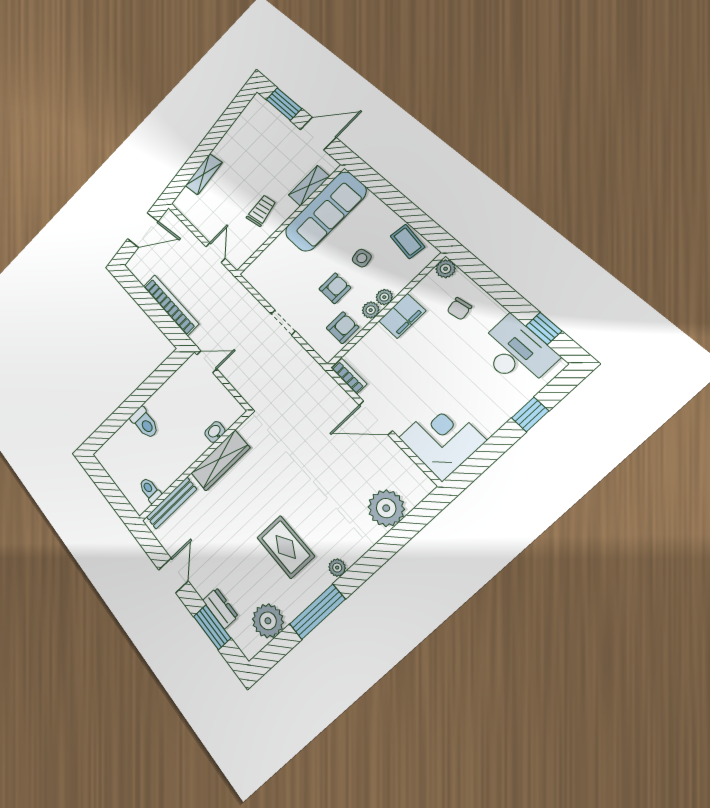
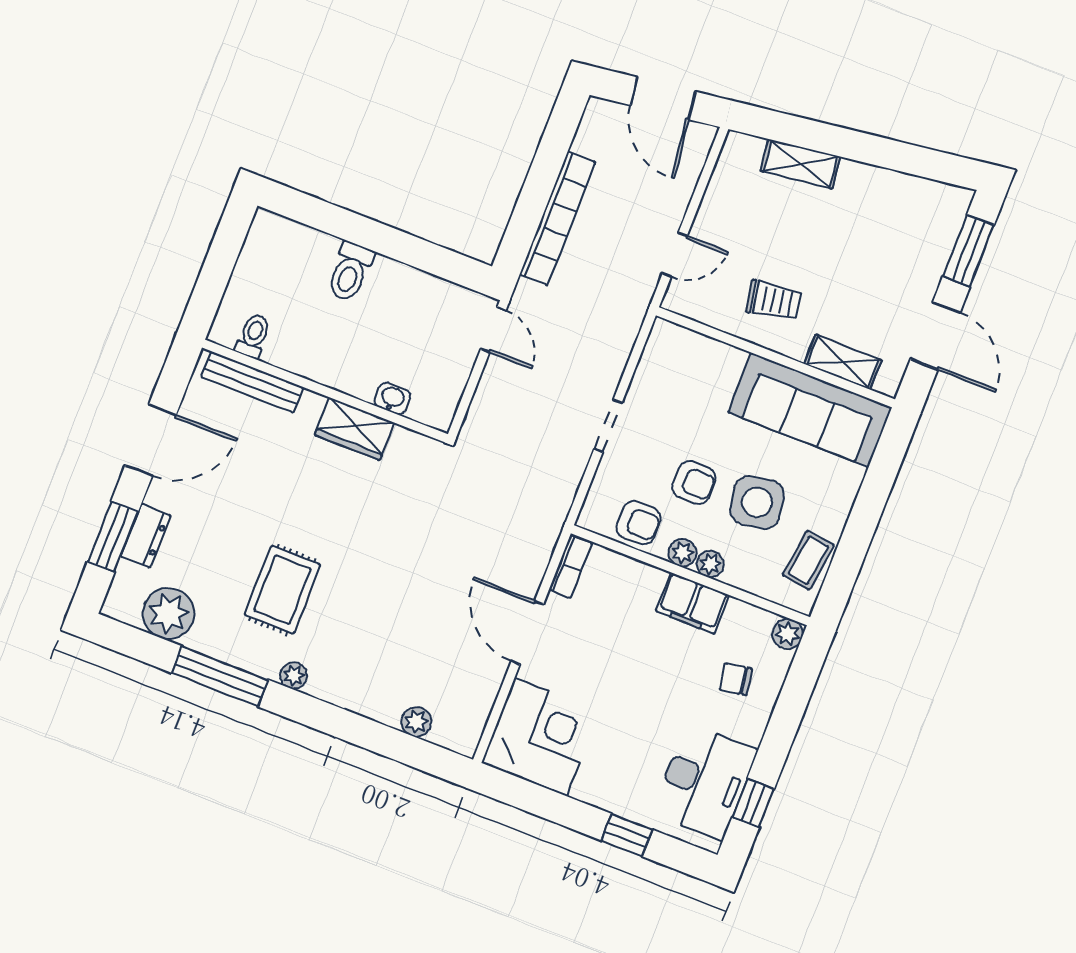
side table: (362, 258) -> (757, 502), width x1.87, depth x1.87
wardrobe: (220, 460) -> (354, 429), width x0.67
plant: (386, 508) -> (416, 722), width x0.53, depth x0.53
door: (173, 575) -> (151, 440), width x1.38

